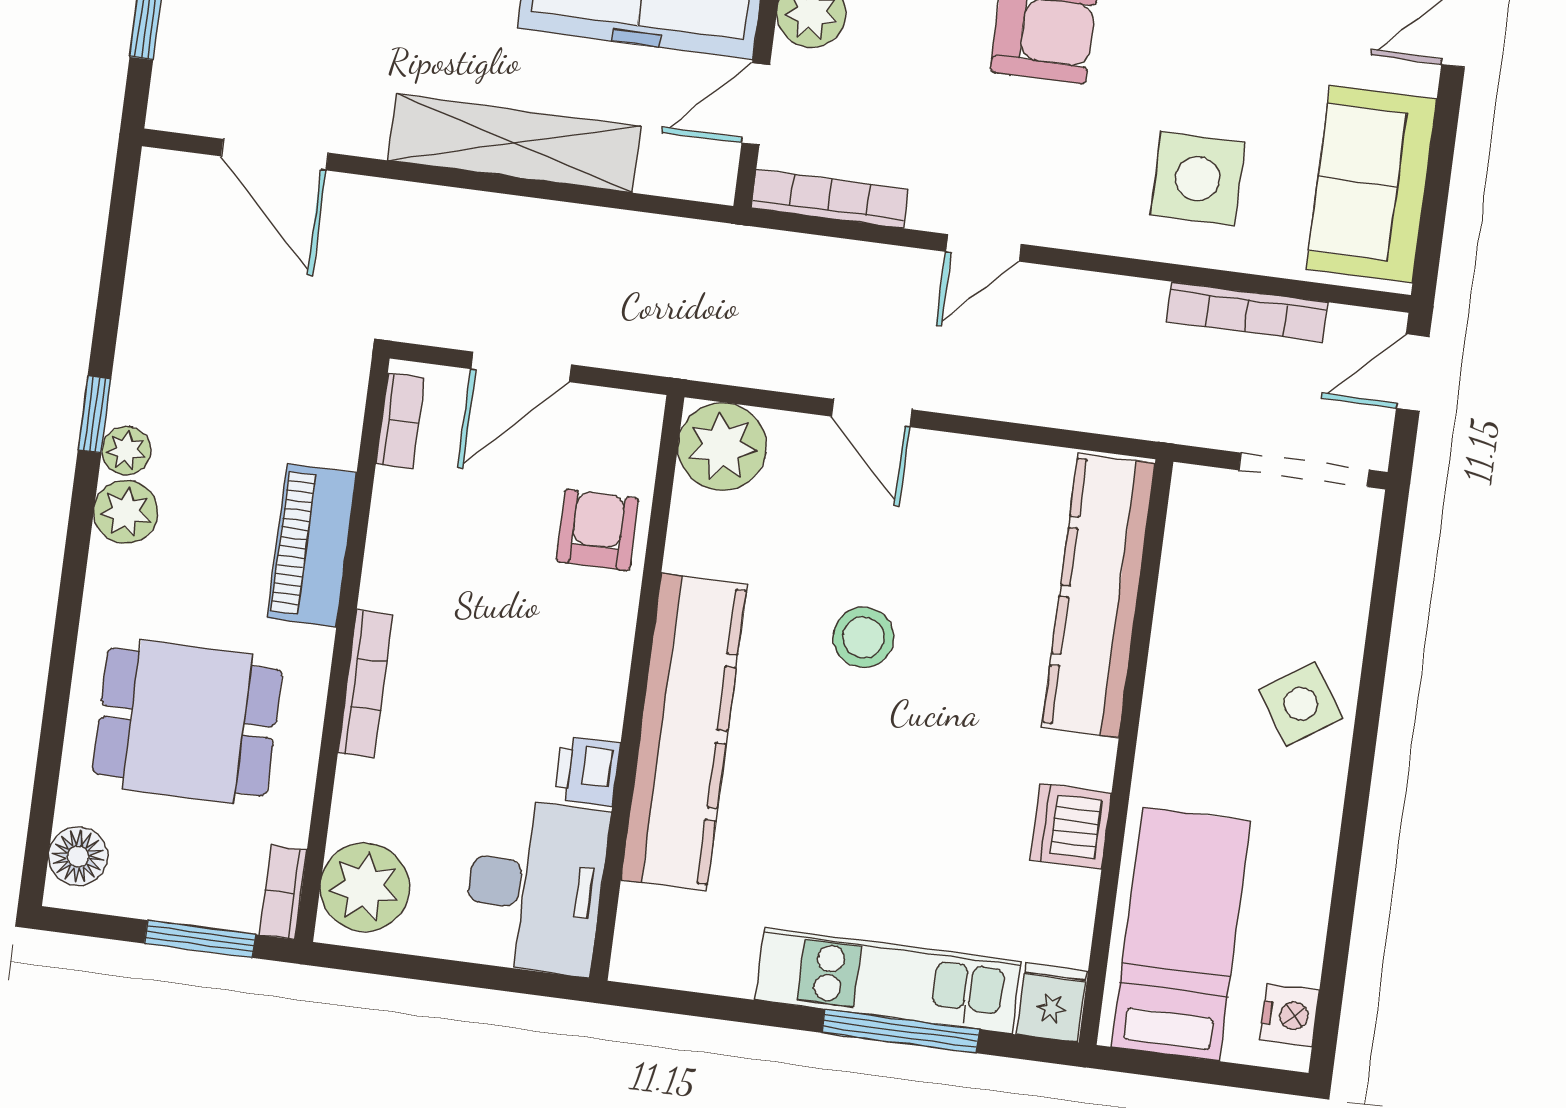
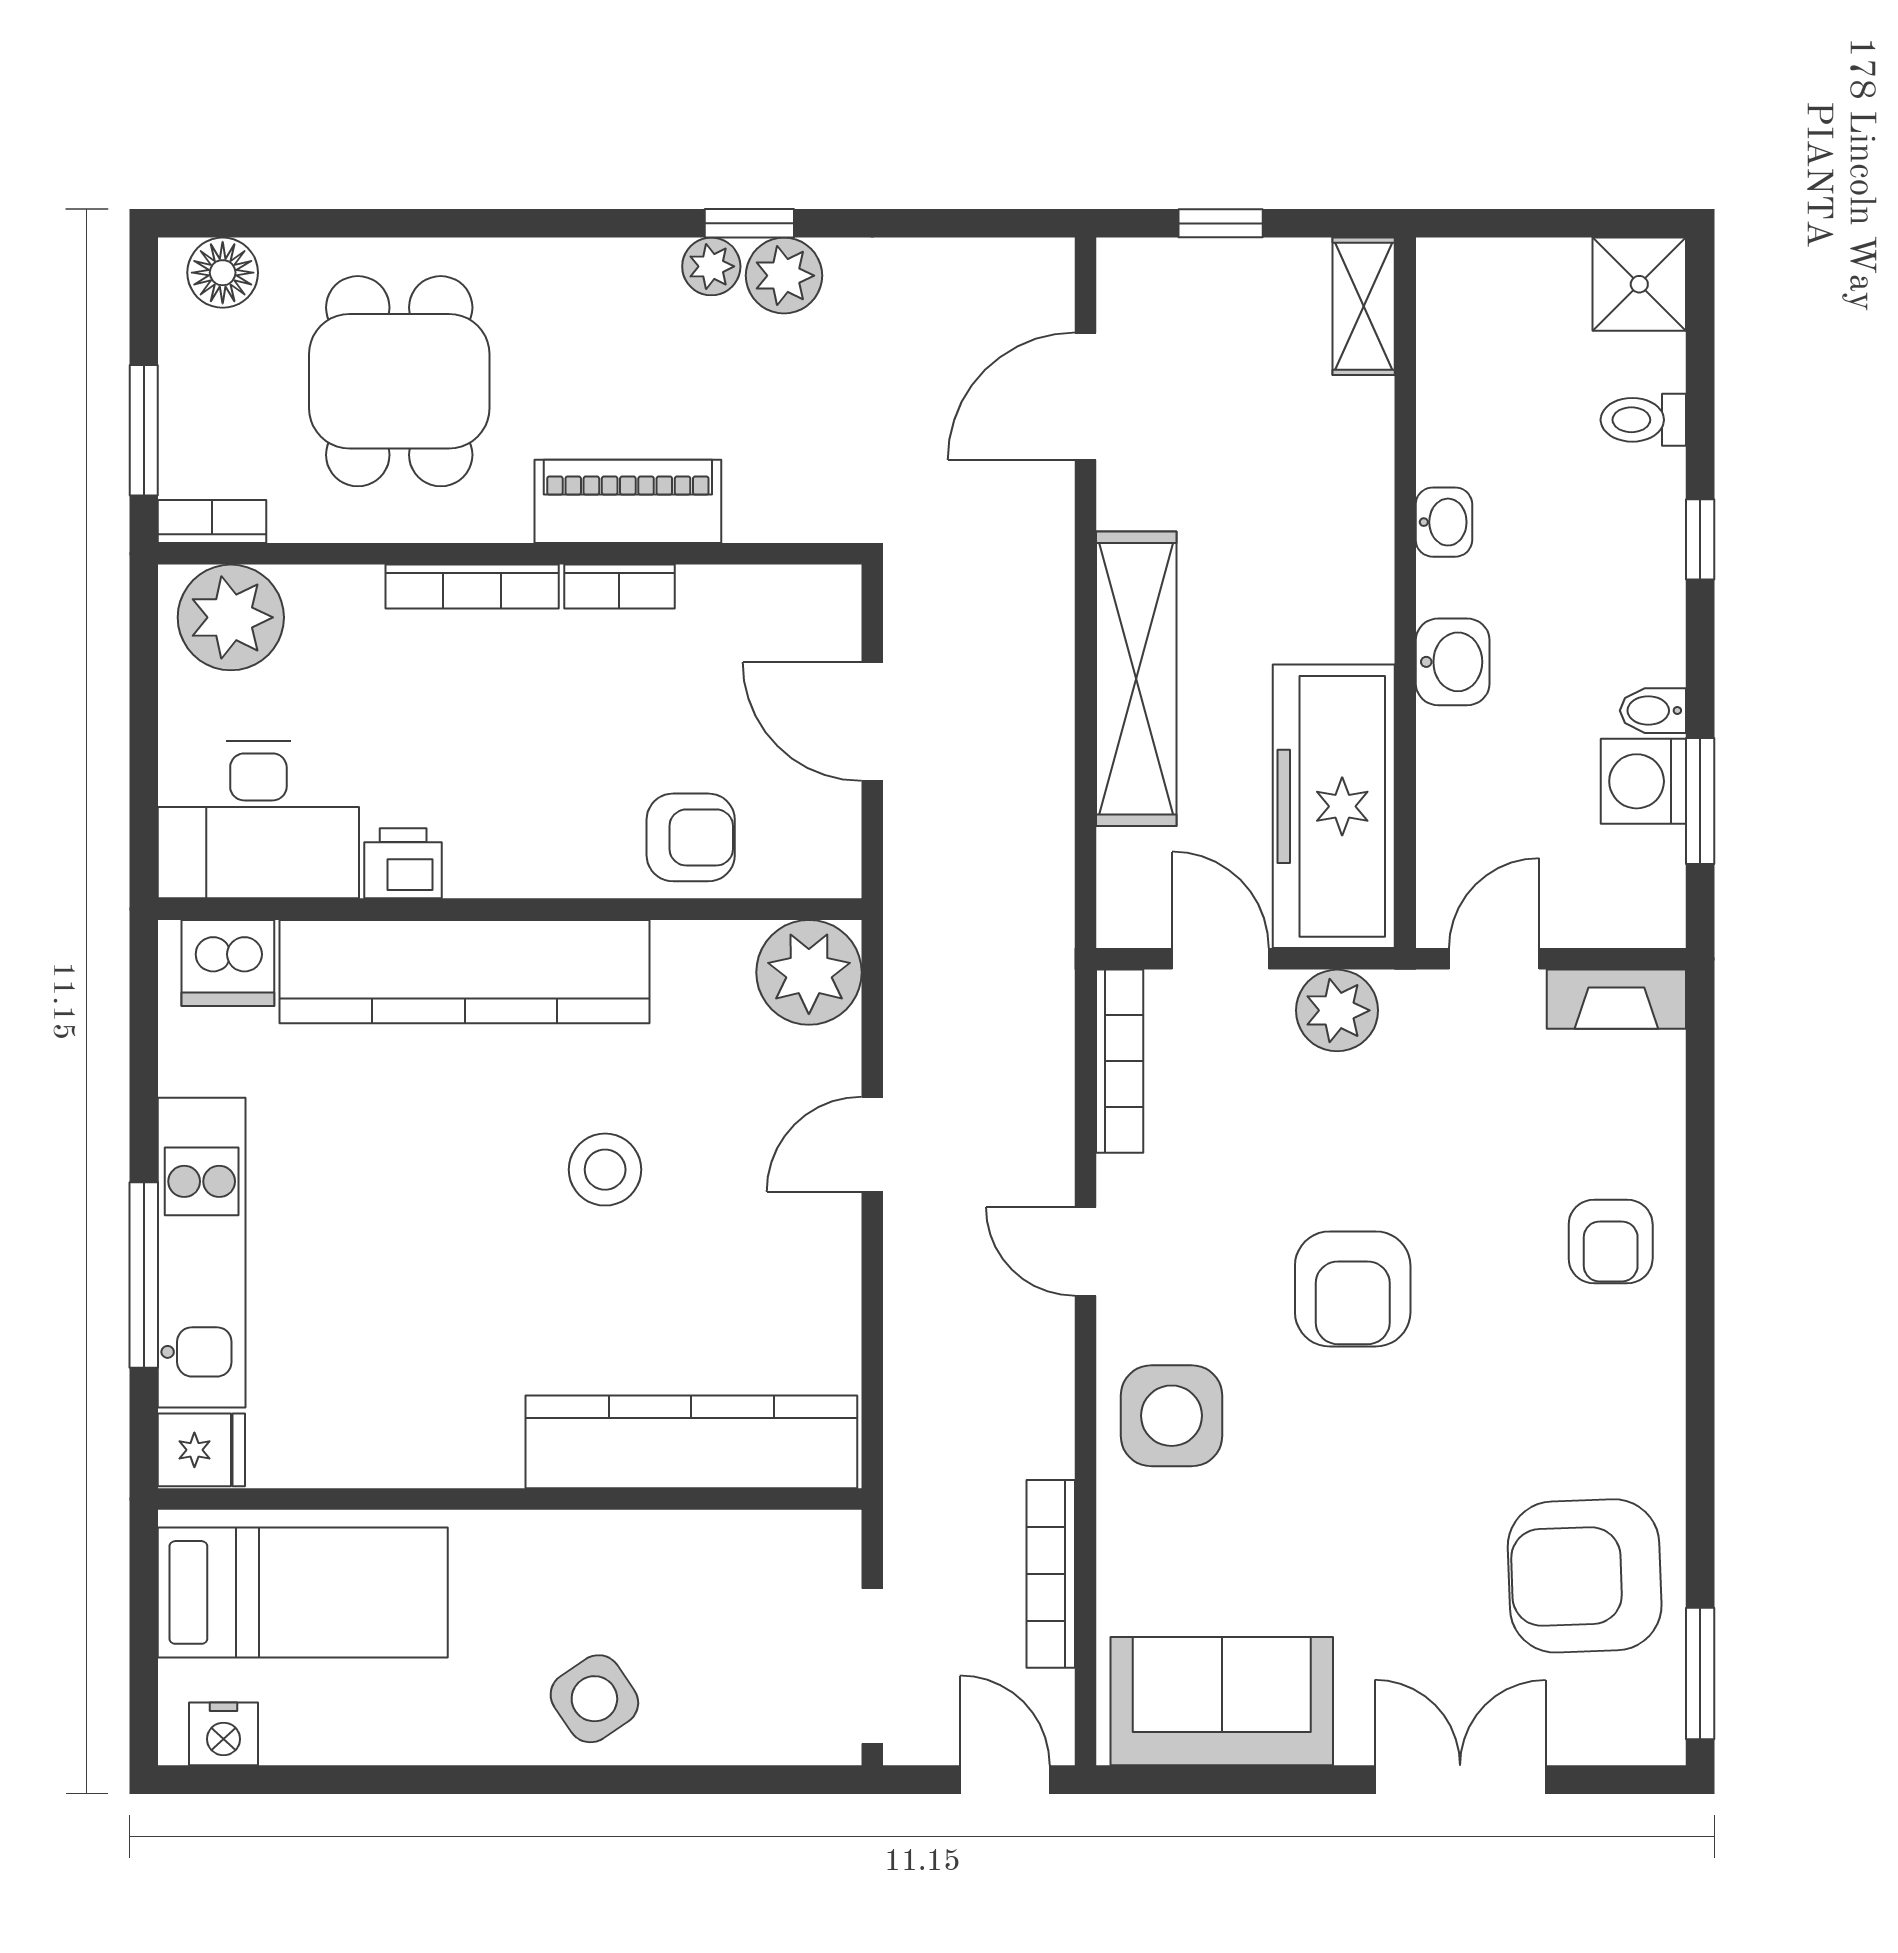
side table: (1198, 179) -> (1172, 1416), moved
bookcase: (400, 421) -> (619, 586), moved
plant: (126, 512) -> (784, 276), moved
dishwasher: (1071, 826) -> (228, 963), moved, turned 180

